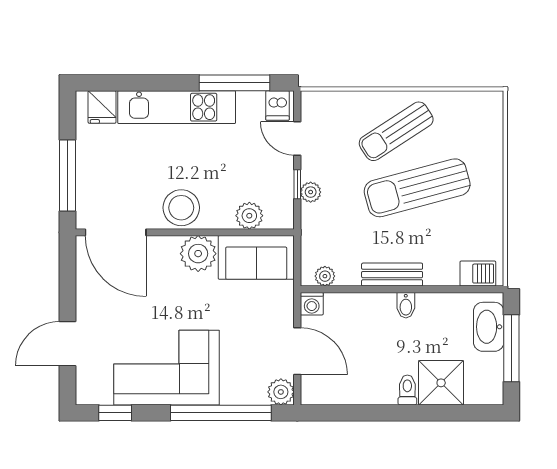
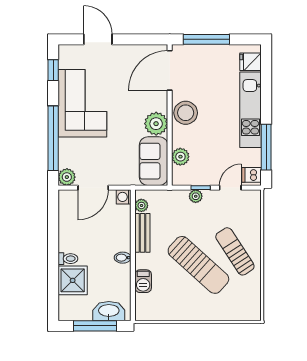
sun lounger: (417, 188) -> (198, 265), turned 147
barbecue: (478, 274) -> (143, 281), moved
bench: (392, 275) -> (142, 233), moved

